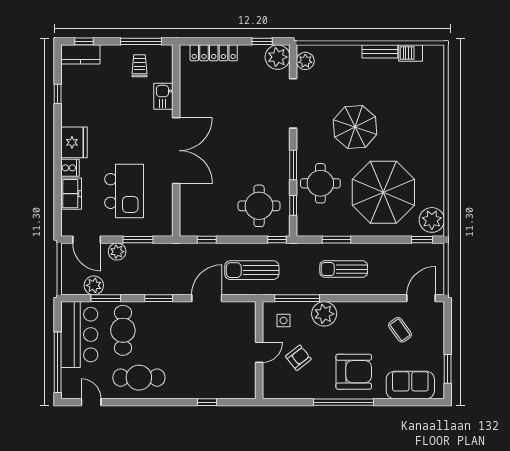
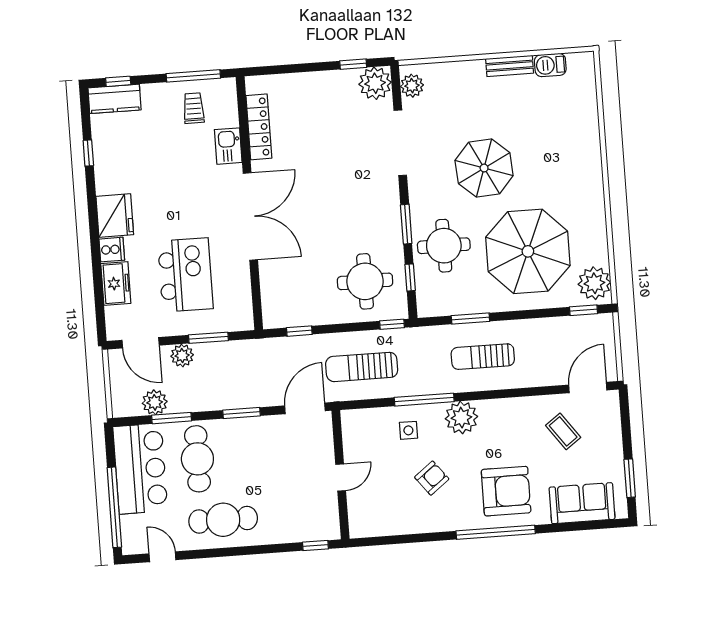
locker: (214, 53) -> (259, 127), moved, turned -90
wall: (259, 350) -> (340, 475), moved
door: (259, 352) -> (341, 478), moved

